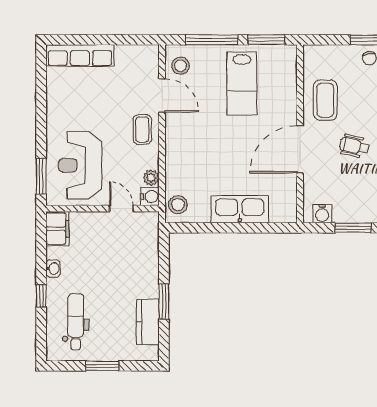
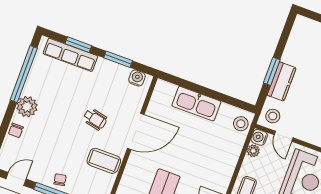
coffee table: (325, 100) -> (104, 161), turned 90
stool: (143, 228) -> (273, 116), added
window: (164, 302) -> (272, 71), moved
kitchen counter: (148, 322) -> (282, 81), moved

